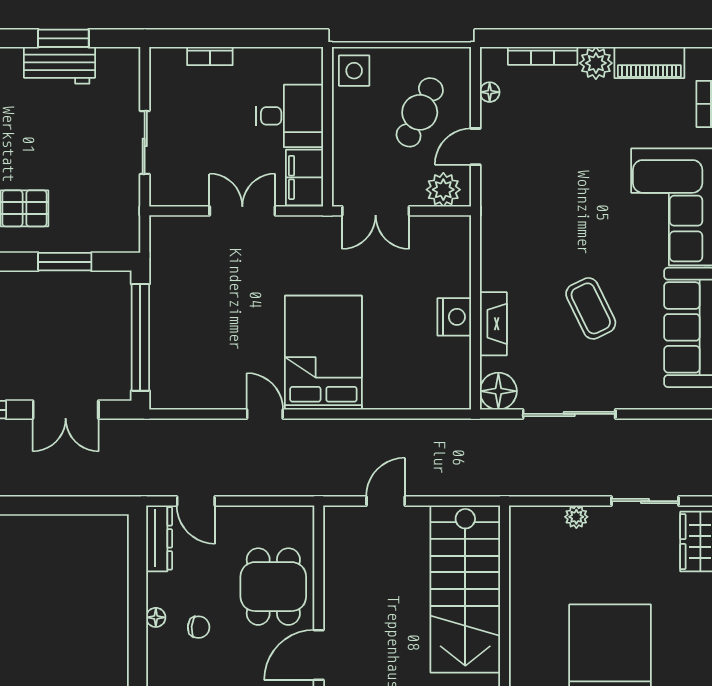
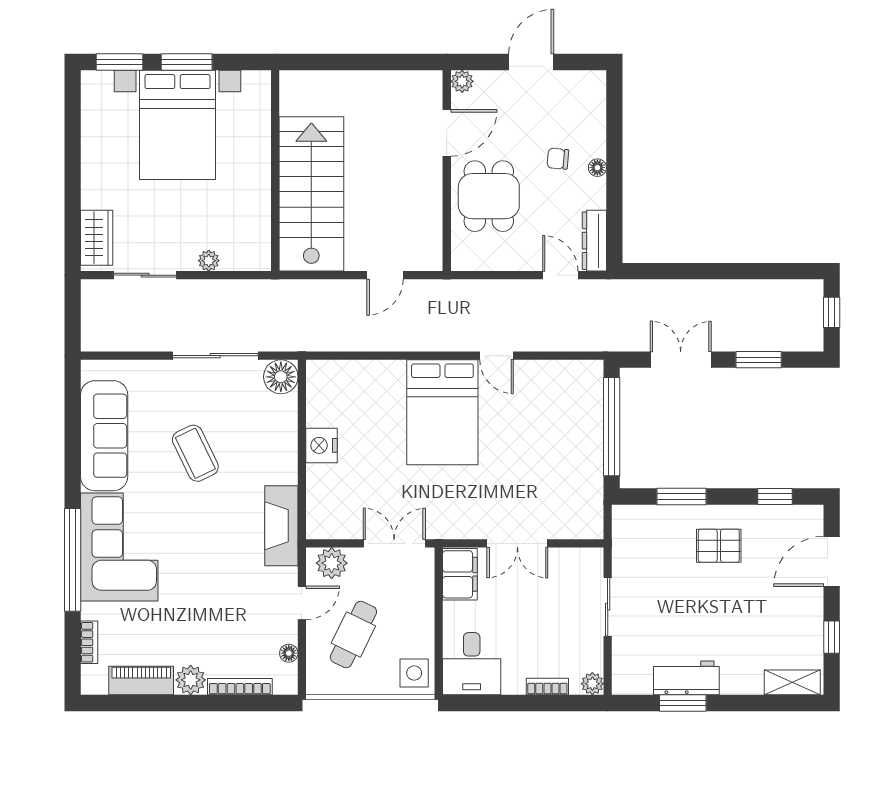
plant: (161, 59) -> (592, 684), added
desk: (289, 116) -> (472, 664), moved, turned -90
fireplace: (493, 324) -> (281, 526), moved, width x1.37, depth x1.32

